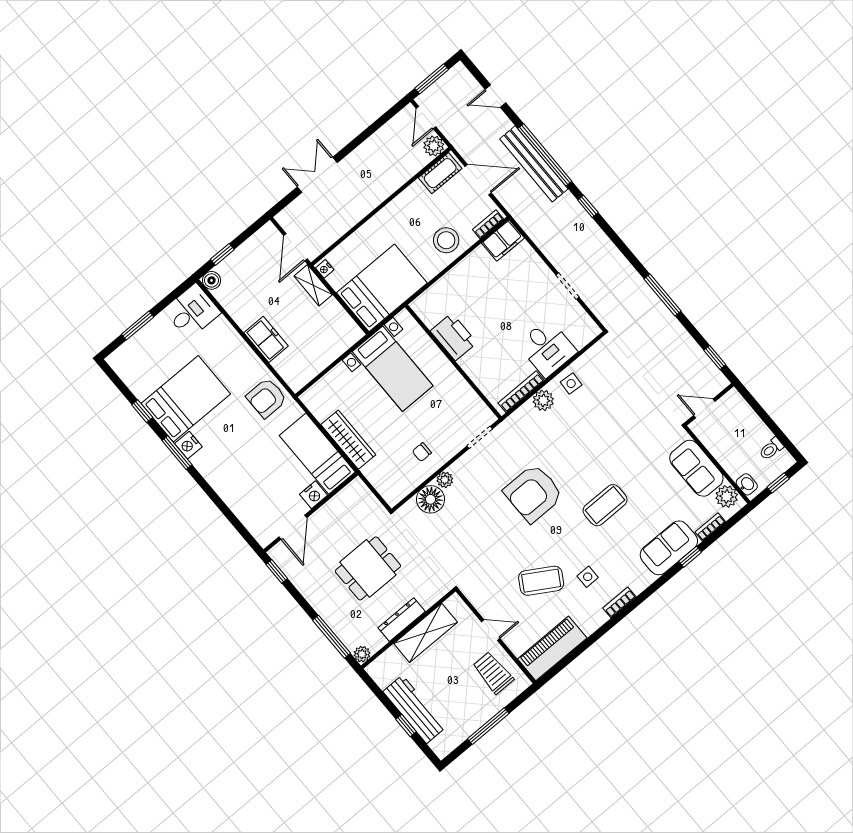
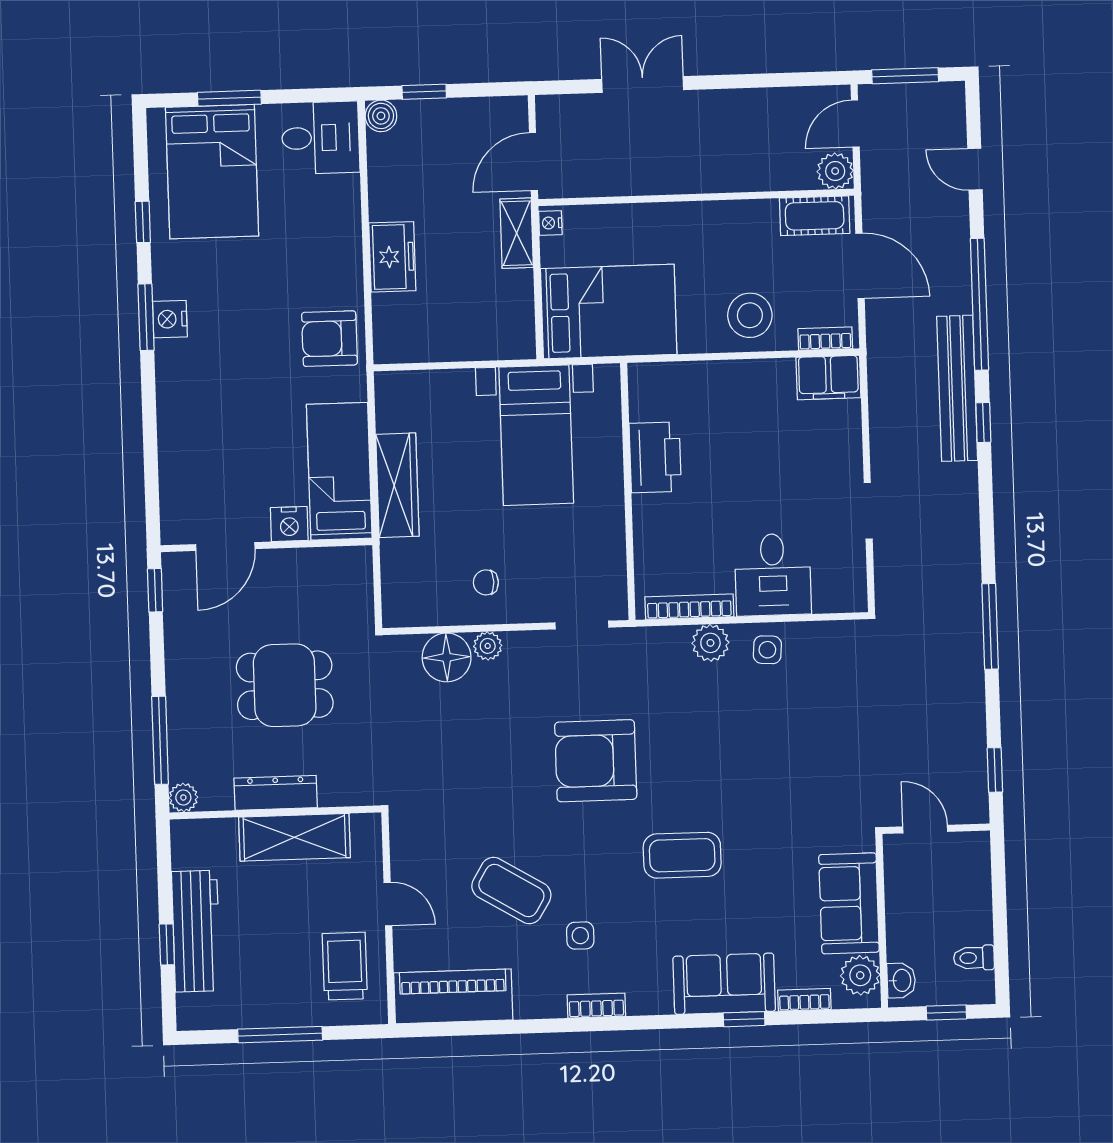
bench: (534, 164) -> (957, 388), moved
bed: (186, 399) -> (212, 172), moved, turned 90

